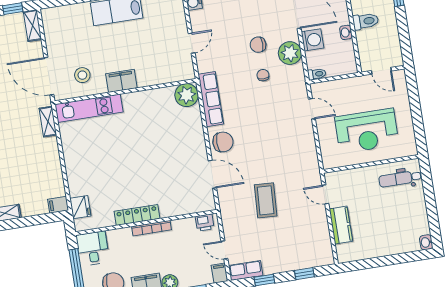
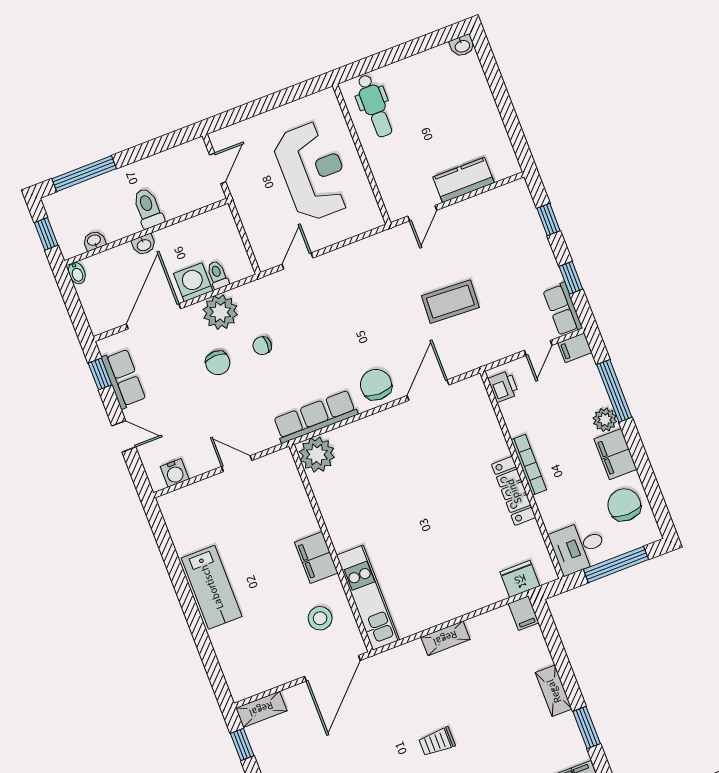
washbasin: (346, 32) -> (144, 245), moved
toilet: (317, 74) -> (217, 275), moved
shelving: (48, 122) -> (445, 638), moved

